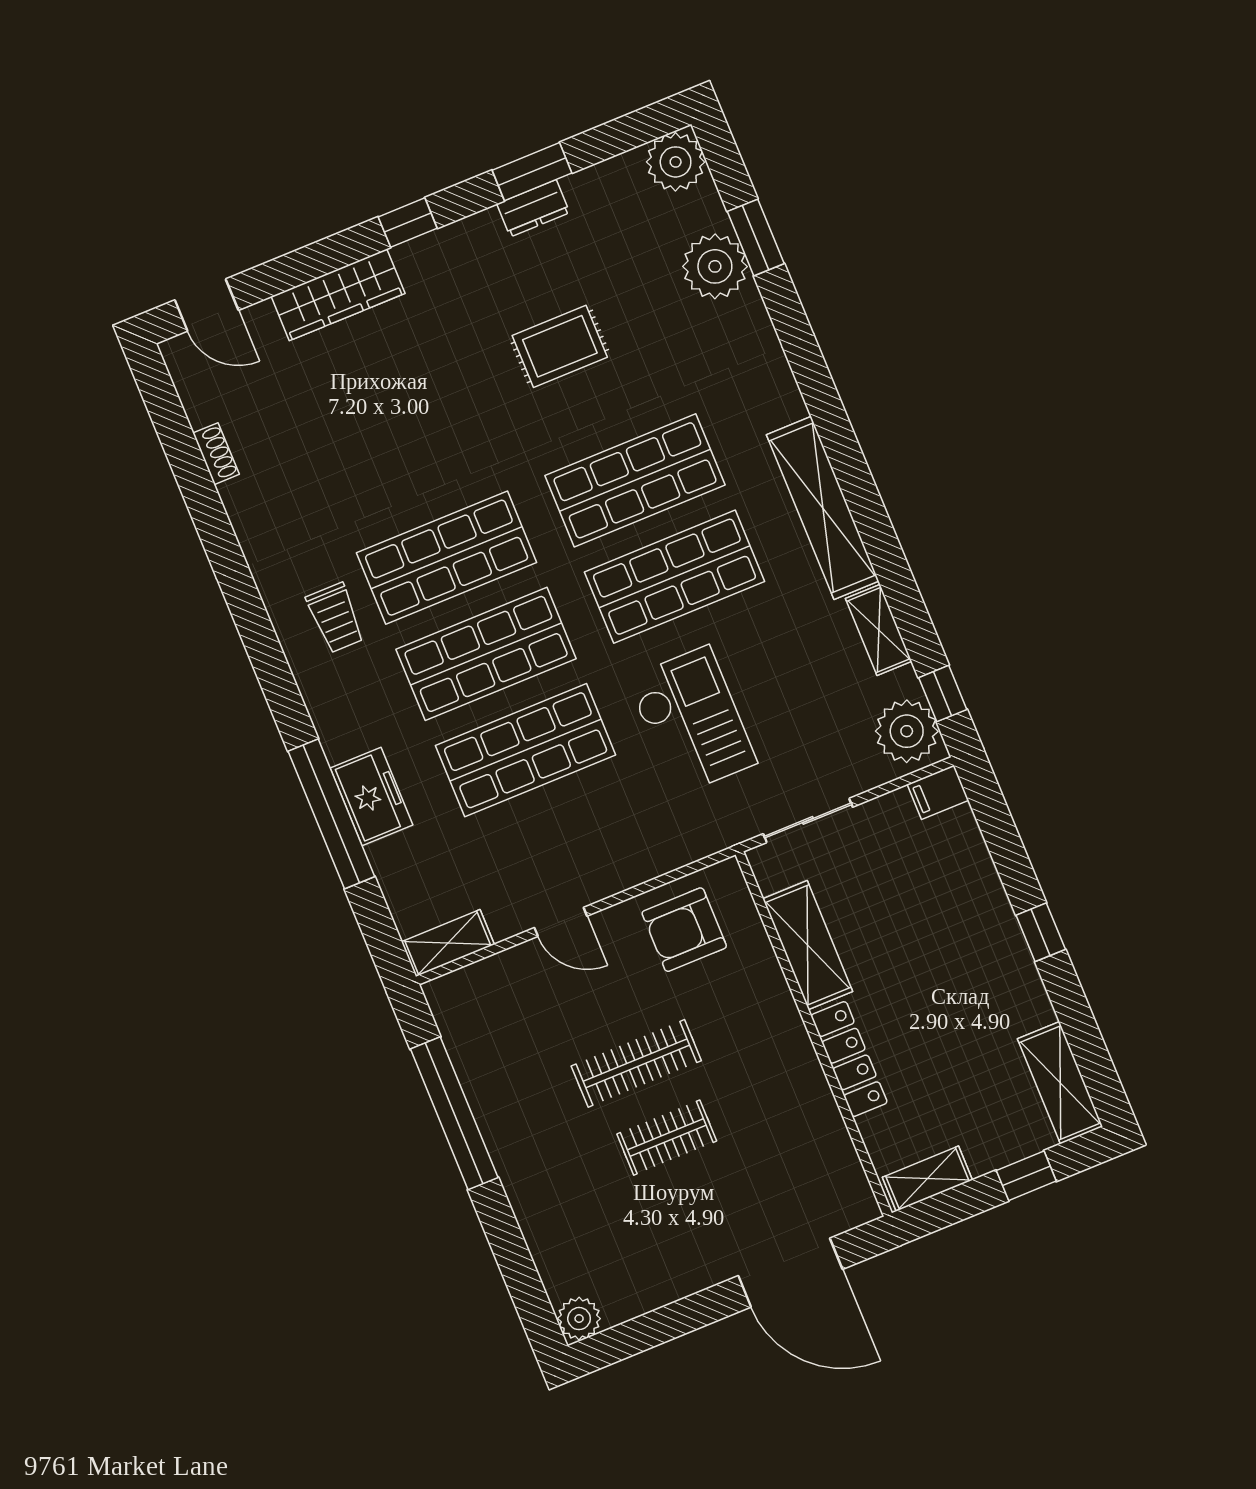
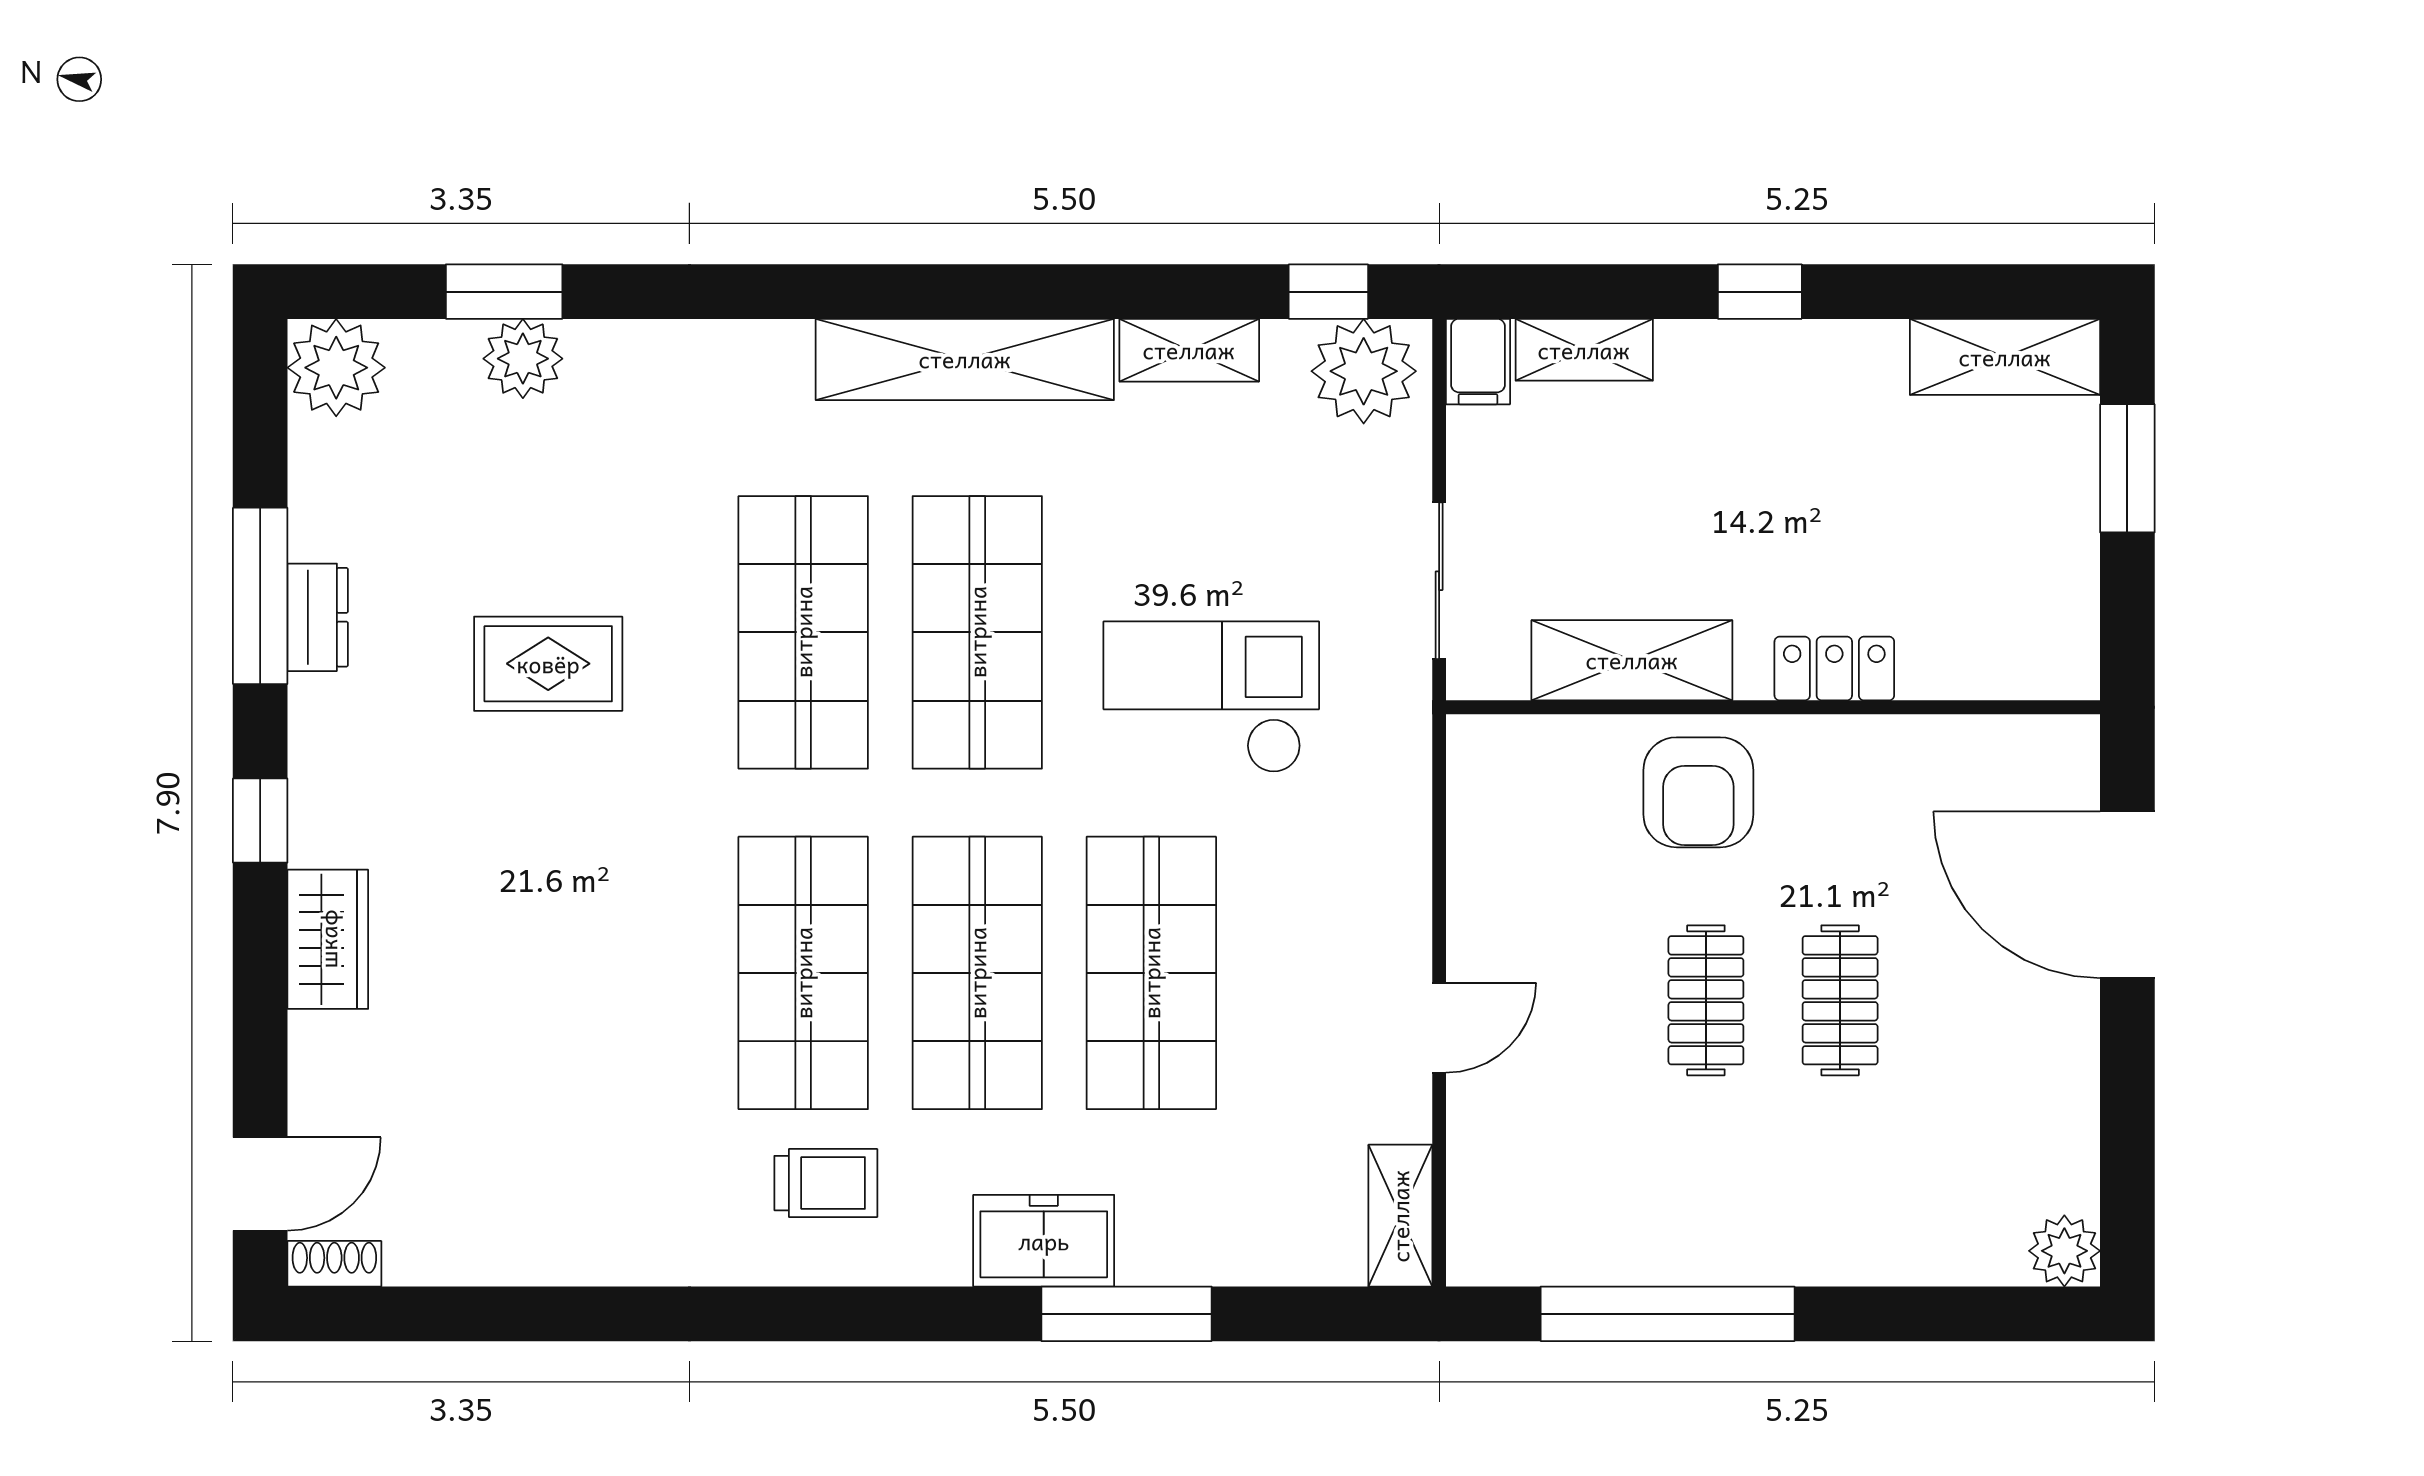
window: (532, 172) -> (260, 596), width x1.44
plant: (715, 266) -> (523, 359), width x0.73, depth x0.73
wardrobe: (338, 295) -> (328, 939), width x0.67
rug: (560, 346) -> (548, 664), turned 90
shoe rack: (216, 454) -> (334, 1264), moved
freezer: (371, 796) -> (1044, 1241), moved
window: (331, 814) -> (1127, 1314), width x0.68
armchair: (684, 930) -> (1698, 792), moved
locker: (849, 1059) -> (1834, 668), width x0.66
clothes rail: (636, 1063) -> (1706, 1000), width x0.73
window: (1026, 1176) -> (2127, 468), width x1.50
shelving: (927, 1179) -> (1584, 350), moved, turned 90
door: (790, 1273) -> (2127, 895), swing flipped

